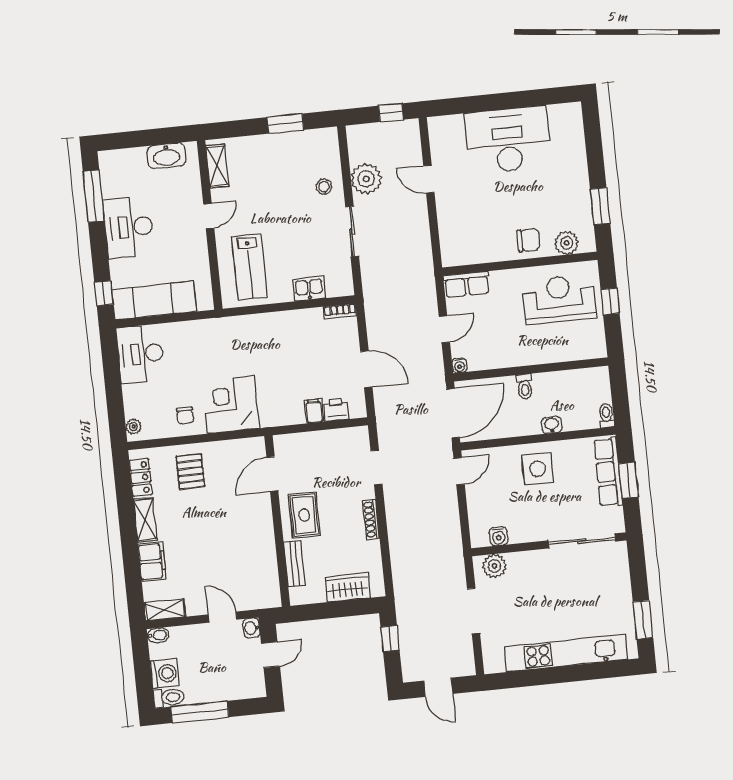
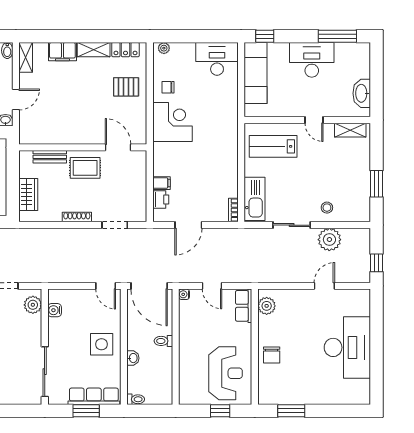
plant: (567, 243) -> (267, 306), moved
kitchen sink: (309, 289) -> (255, 199), width x1.87, depth x1.24

